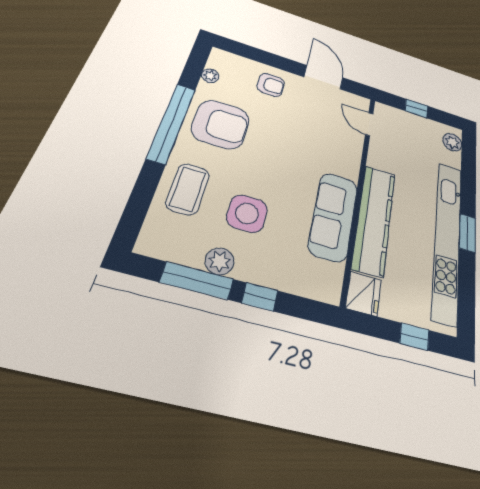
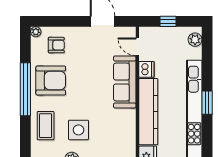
plant: (210, 76) -> (36, 32), moved
armchair: (271, 85) -> (56, 45), moved
dishwasher: (379, 158) -> (146, 69), added
sofa: (333, 216) -> (125, 82), moved

